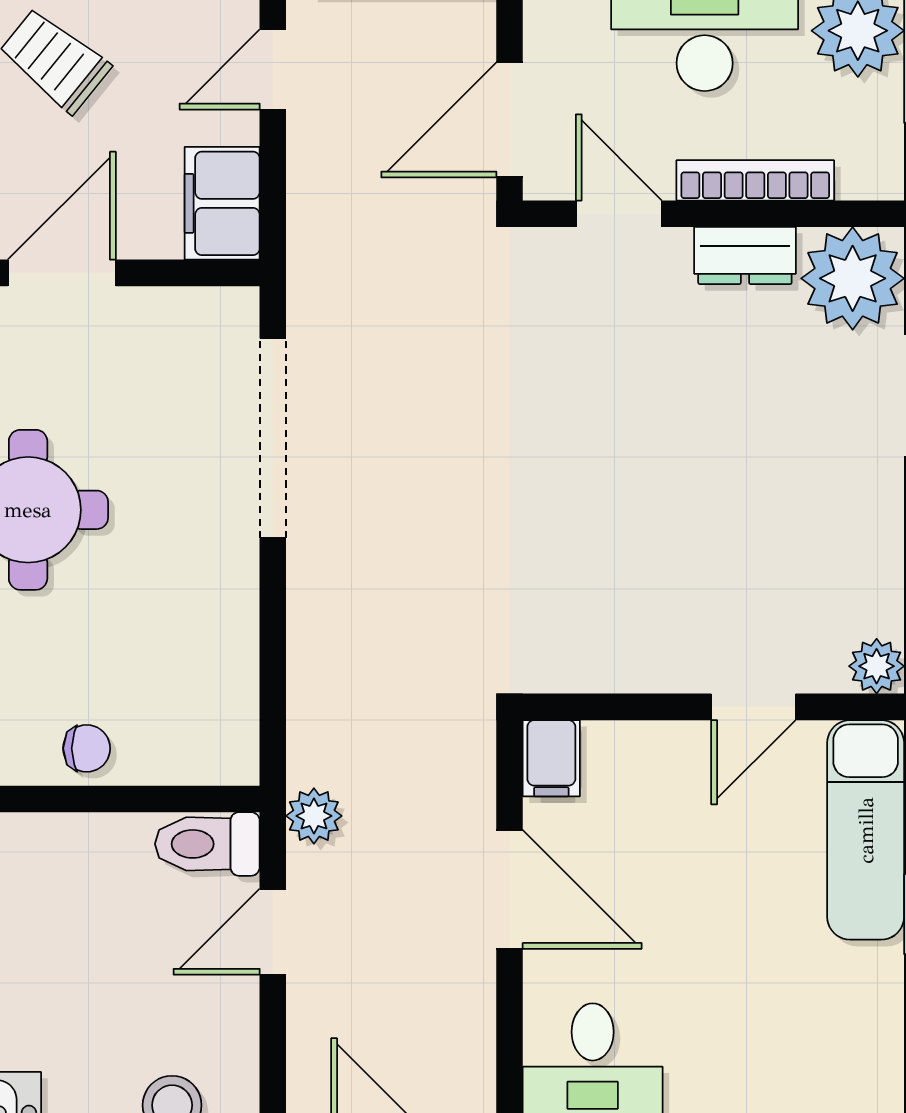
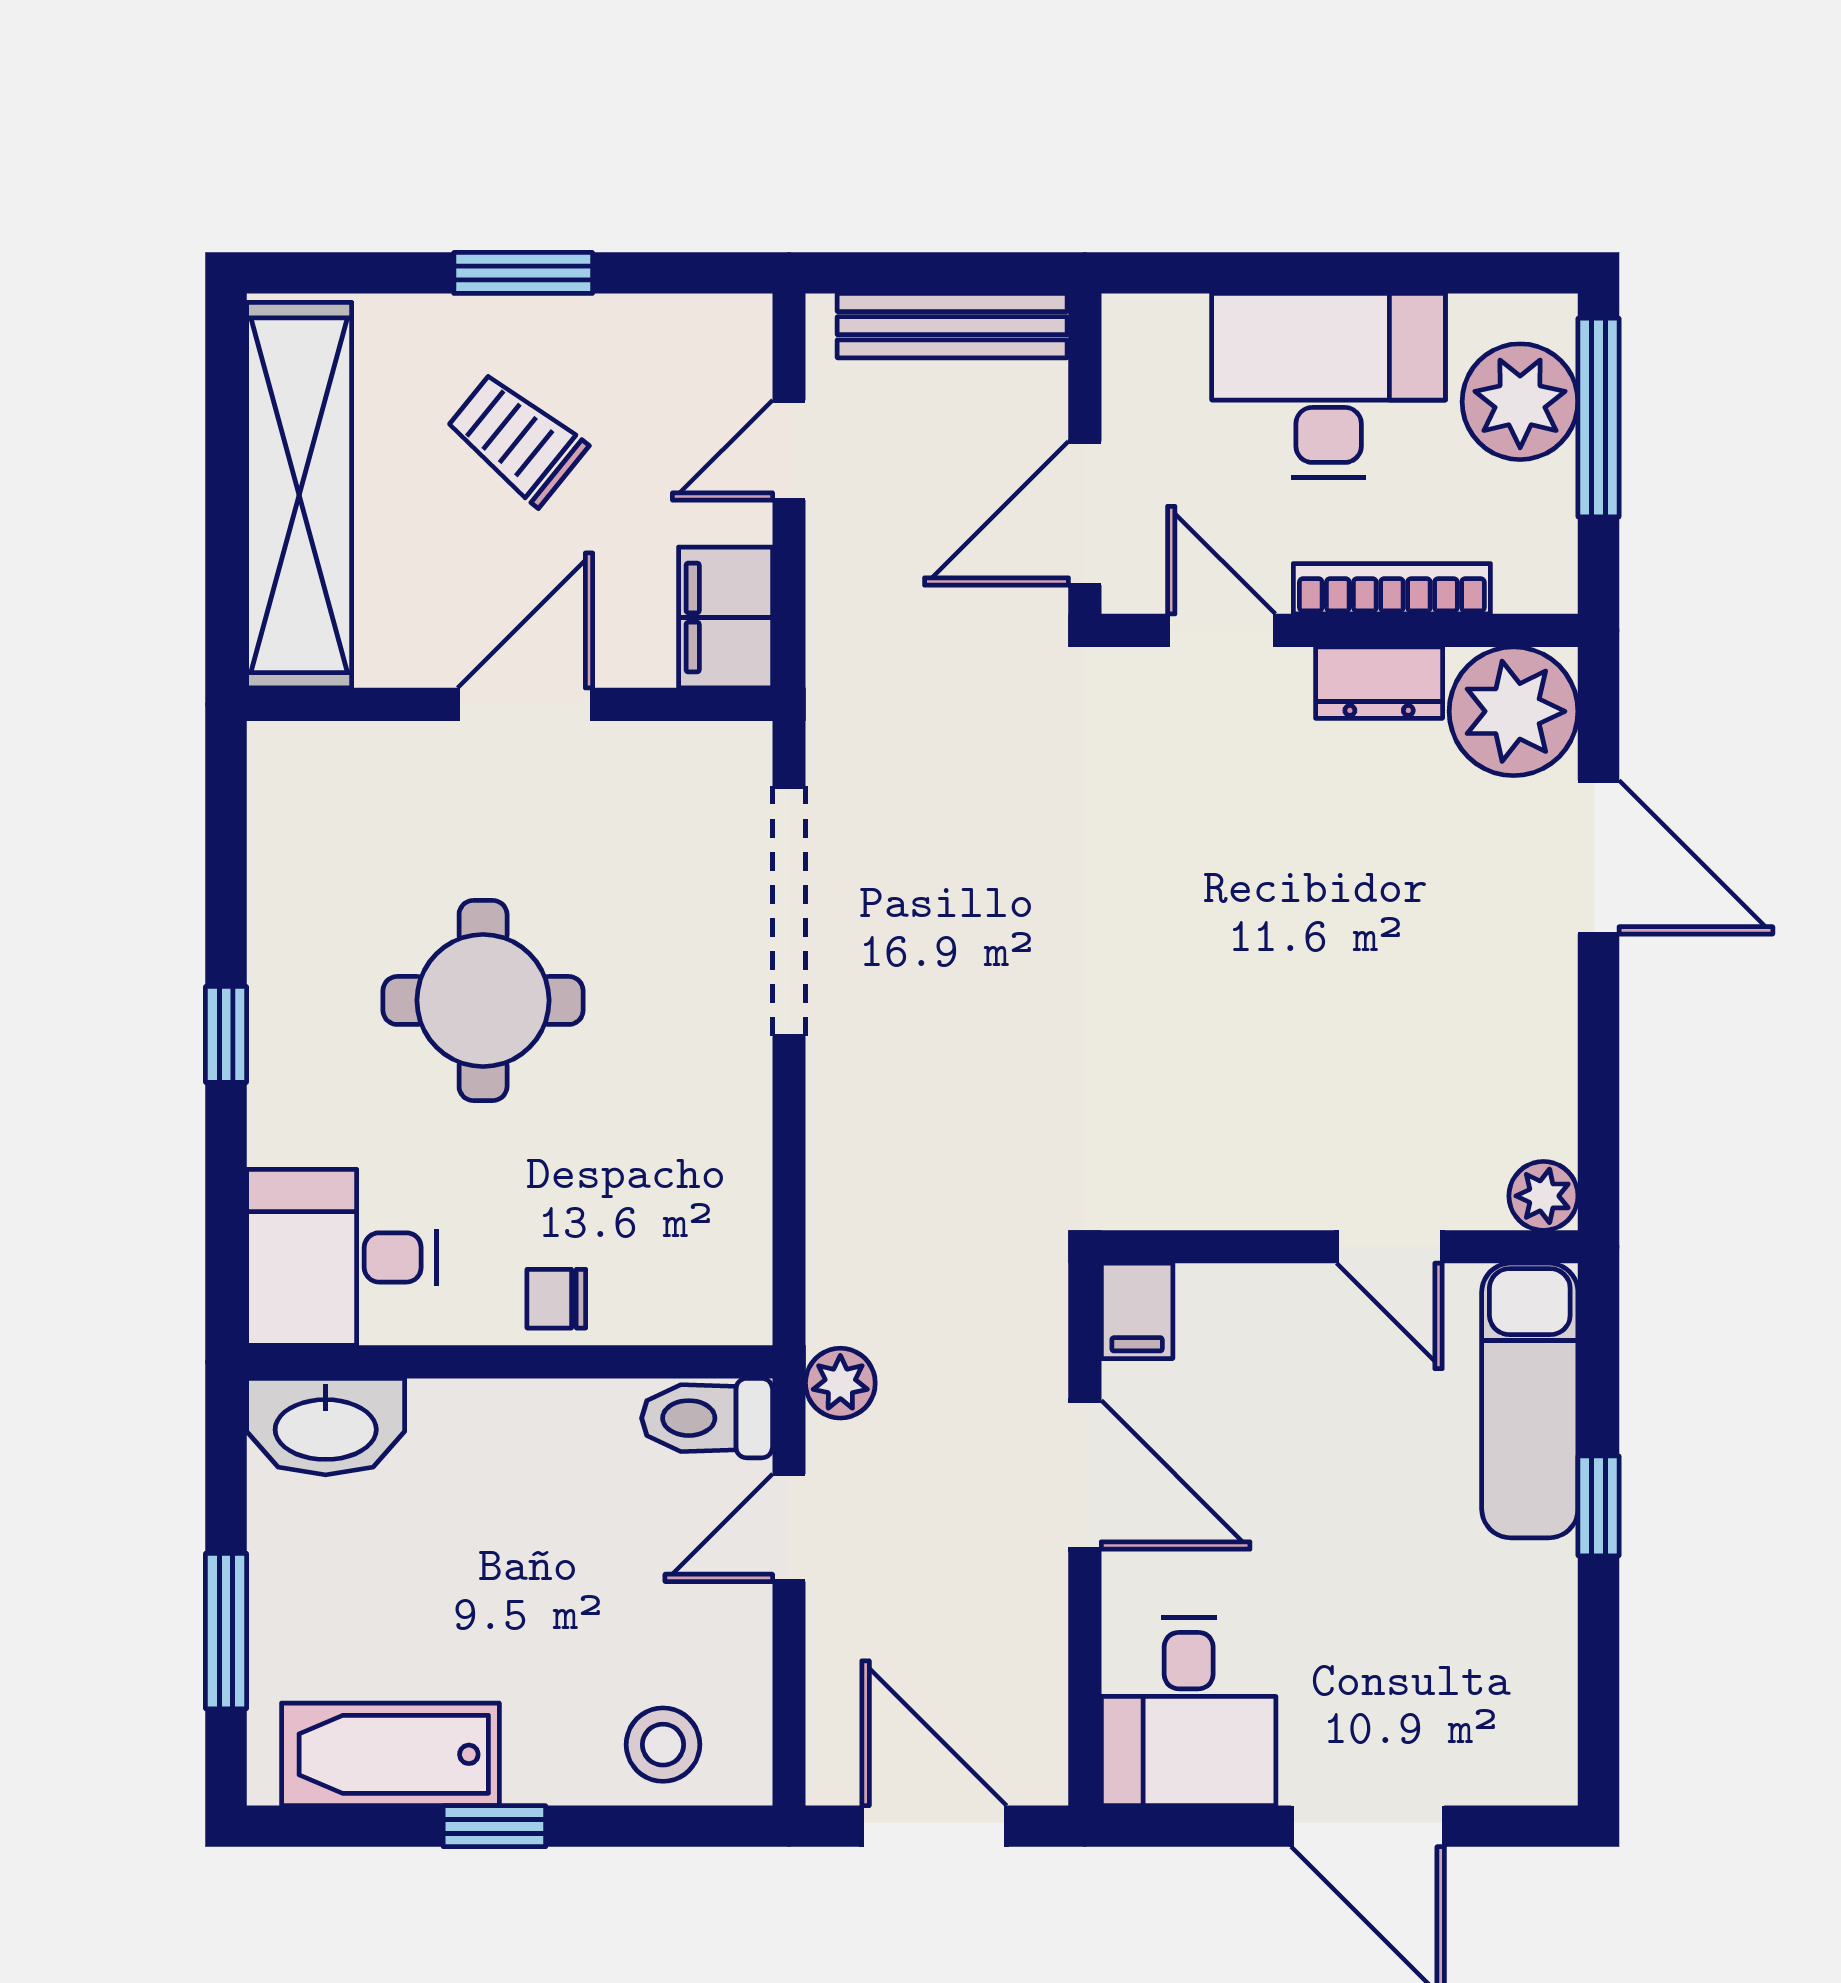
door: (753, 707) -> (1389, 1247), hinge flipped
chair: (87, 748) -> (556, 1299), turned 180

